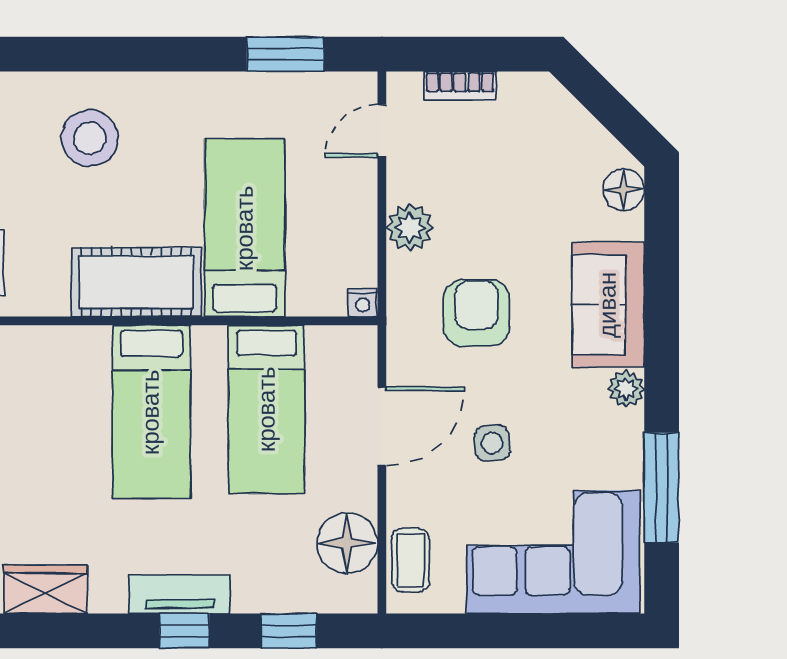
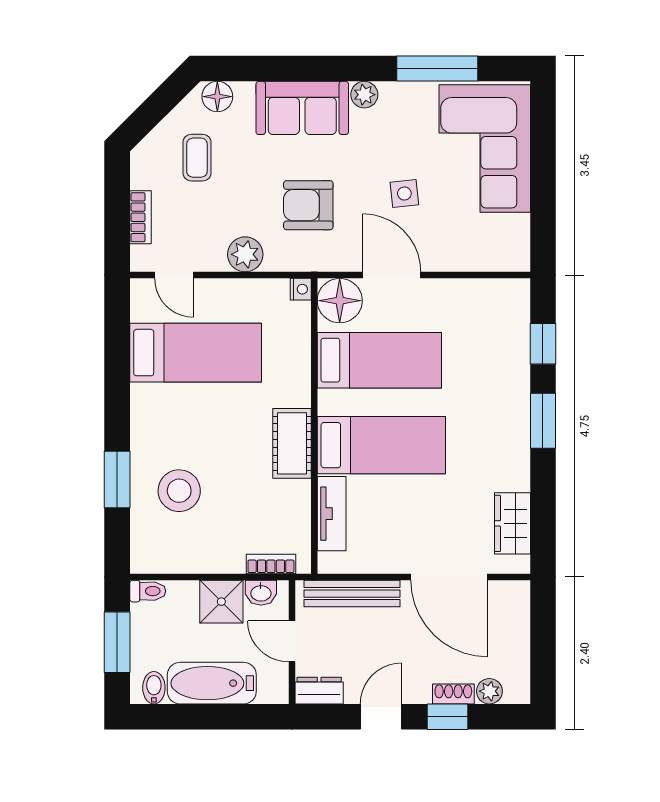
window: (285, 54) -> (117, 480), moved
bed: (245, 228) -> (196, 353), moved, turned 180
cot: (136, 282) -> (292, 443), width x0.73, depth x0.75
floor lamp: (347, 543) -> (340, 301), moved
coffee table: (411, 560) -> (197, 158), moved, turned 90
tv unit: (180, 594) -> (332, 514), moved, turned 180
window: (184, 631) -> (543, 421), width x1.50

